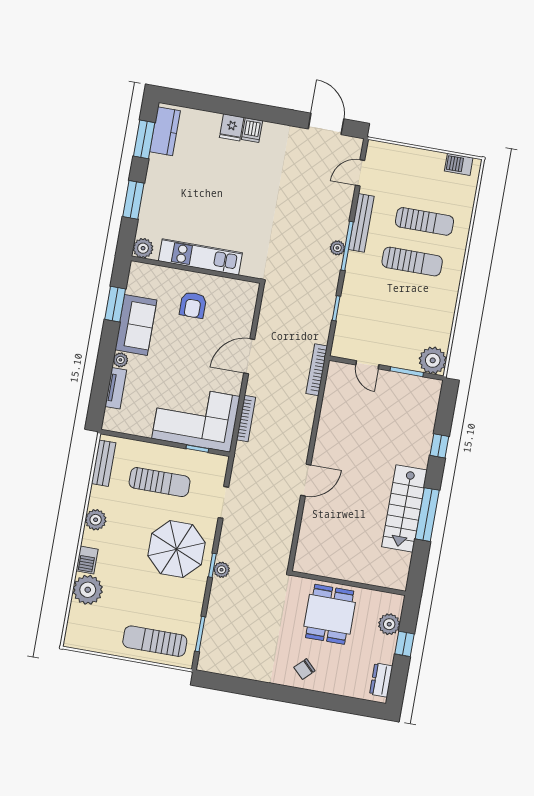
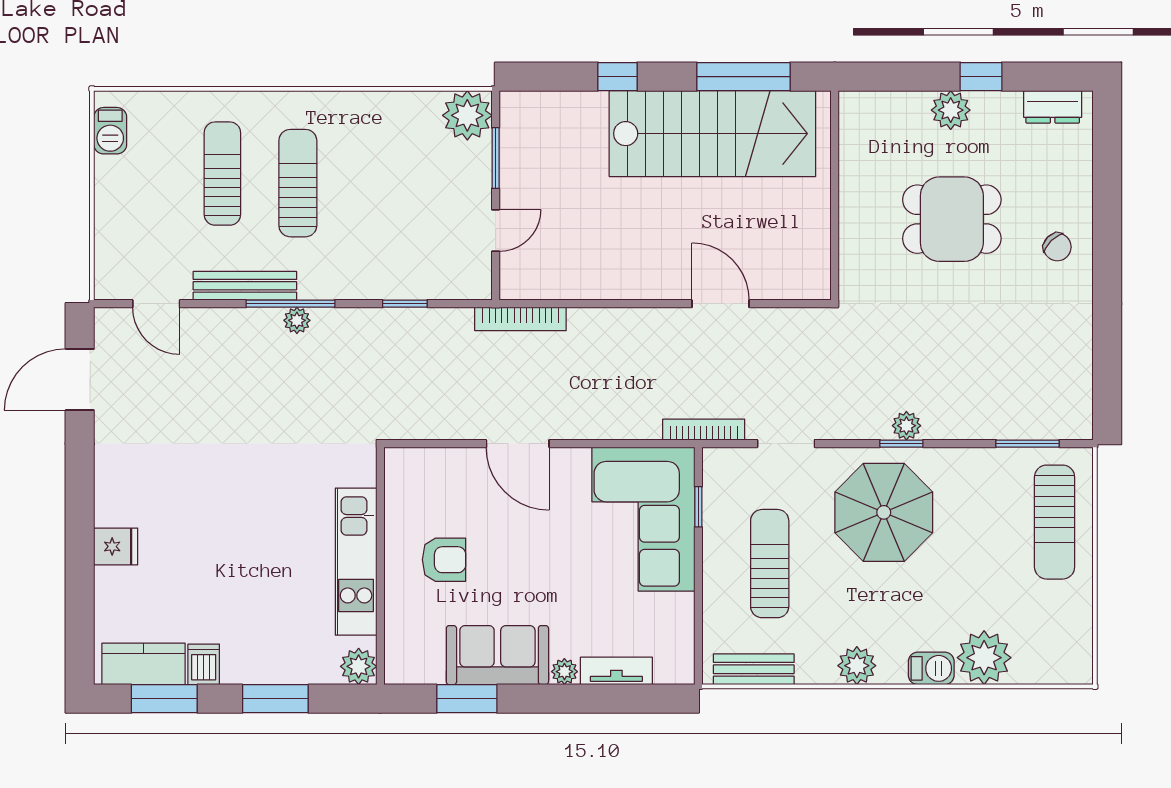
dishwasher: (252, 130) -> (204, 664), moved, turned -90
bookcase: (246, 418) -> (704, 430), moved
stairs: (405, 508) -> (712, 134), width x1.36, depth x1.51
wall: (348, 583) -> (835, 195), moved

